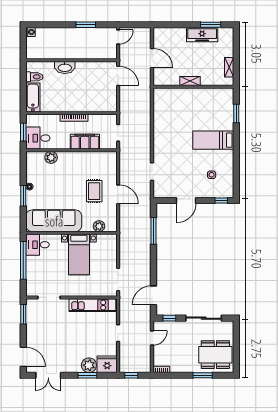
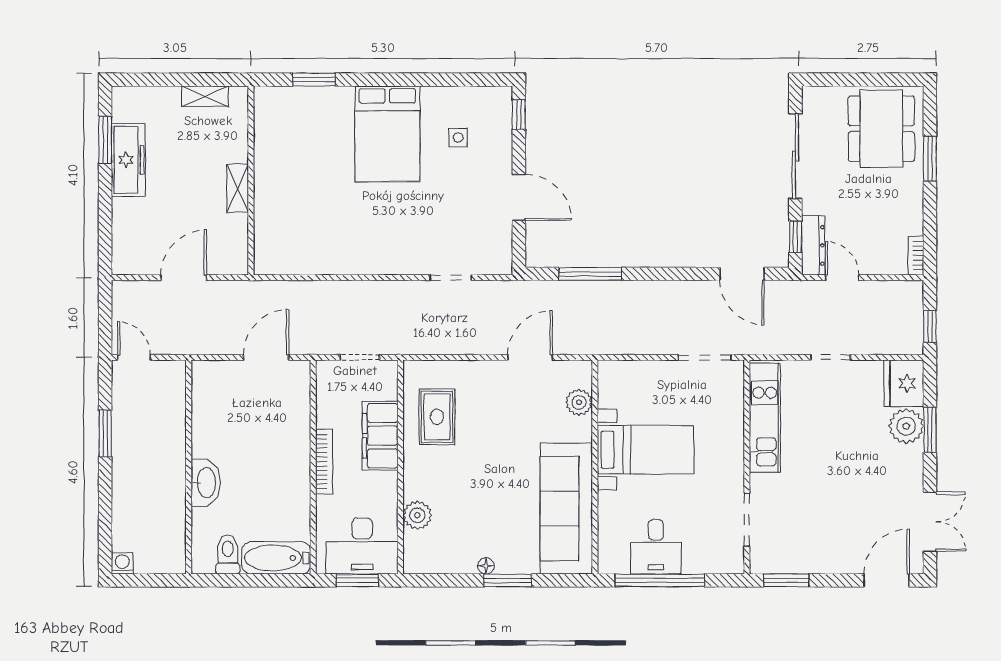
door: (118, 76) -> (266, 357), moved
desk: (38, 138) -> (362, 546), width x1.37
bed: (213, 140) -> (387, 134), width x1.50
rug: (94, 191) -> (437, 417), moved, turned 90
door: (118, 194) -> (530, 357), moved
desk: (38, 245) -> (656, 547), moved
dresser: (166, 326) -> (813, 245), added

